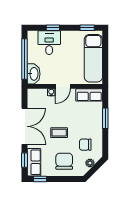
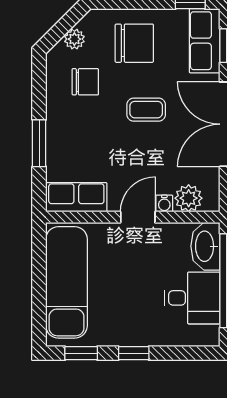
window: (53, 28) -> (134, 353), moved
desk: (49, 43) -> (192, 298), moved, turned -90
plant: (41, 94) -> (189, 198), added
chair: (64, 161) -> (134, 43), turned -90

